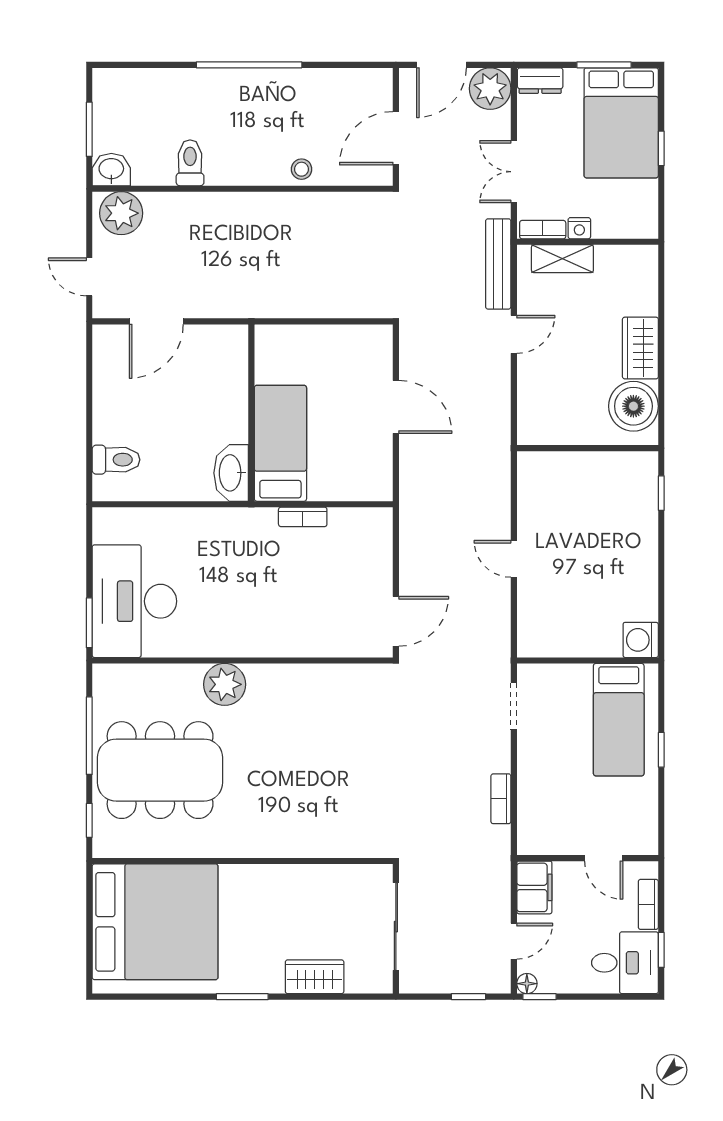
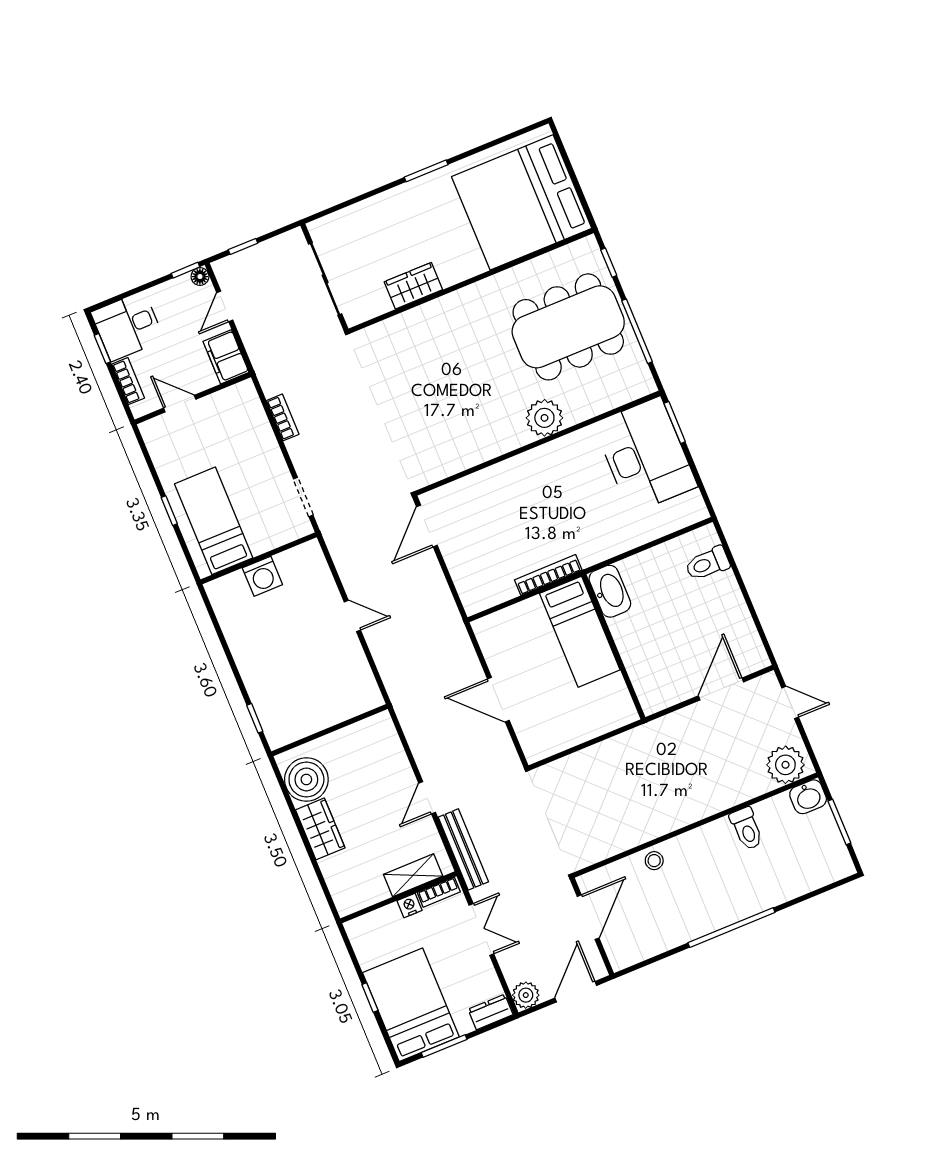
plant: (490, 89) -> (526, 995), width x0.73, depth x0.73
bookcase: (303, 517) -> (548, 575), width x1.56
washing machine: (641, 640) -> (262, 576), moved, turned 90
wardrobe: (315, 977) -> (413, 286), moved, turned 180

